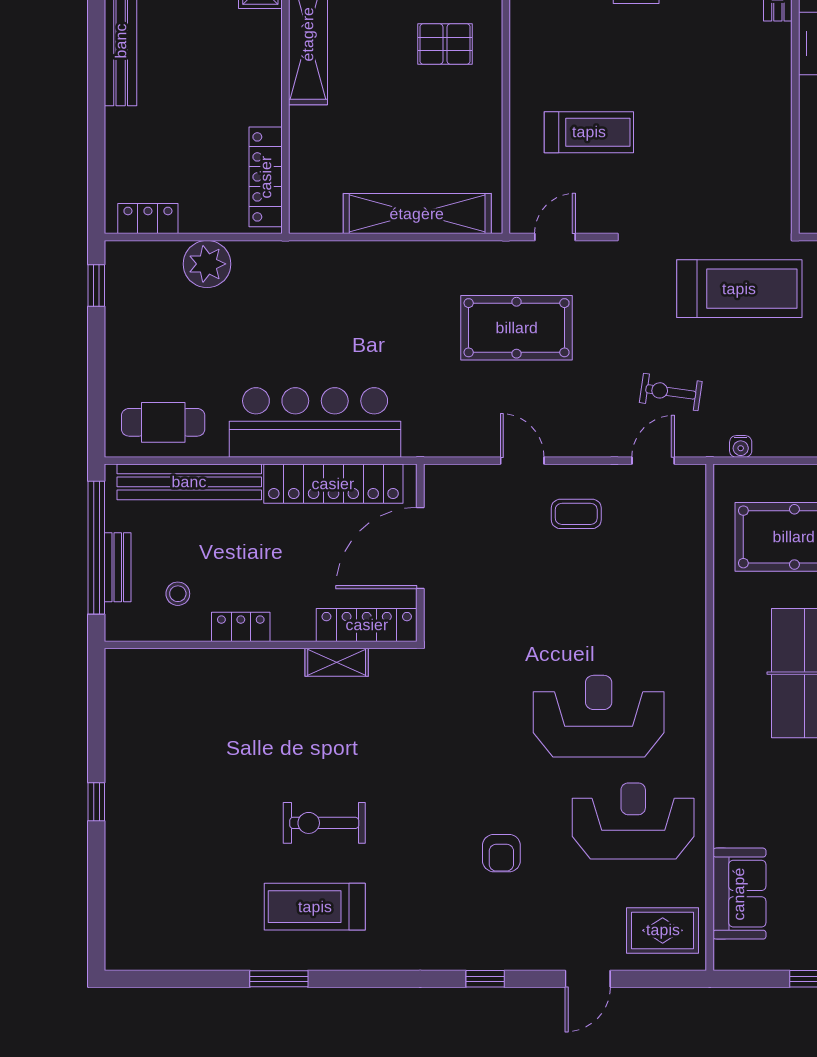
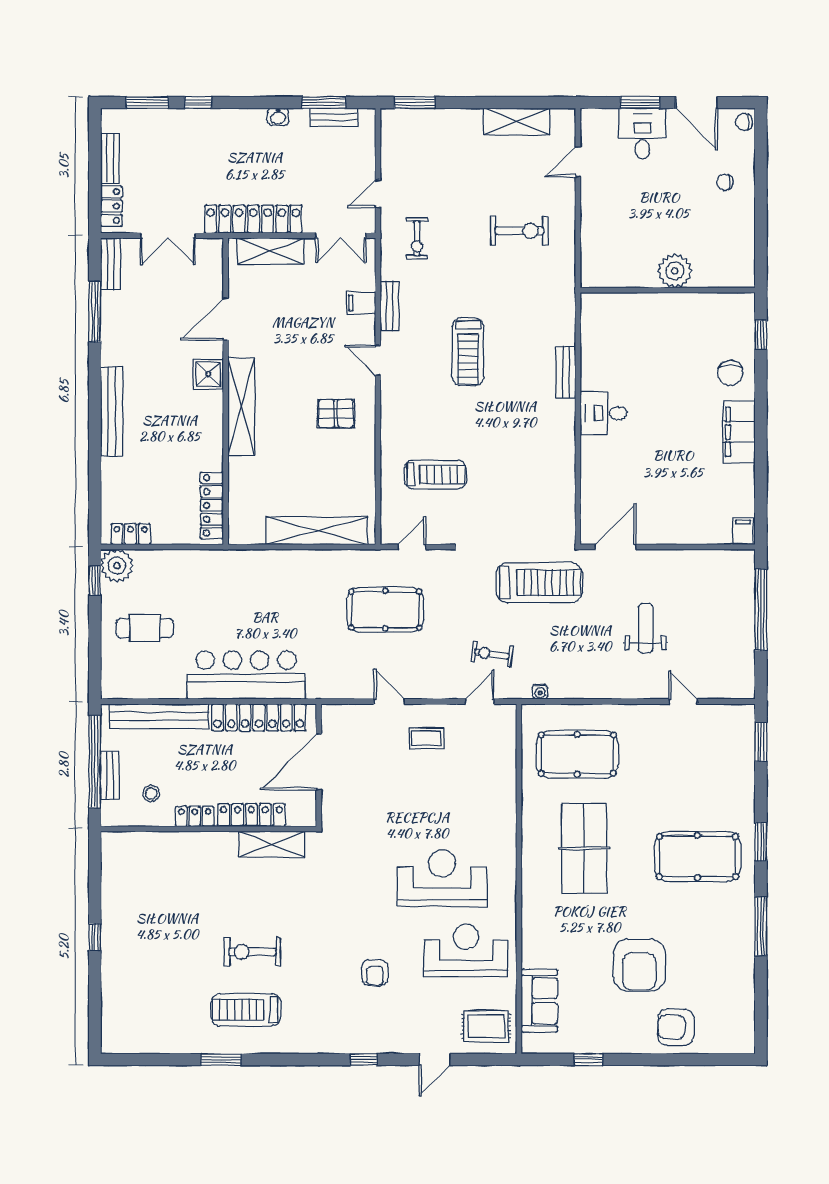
plant: (207, 264) -> (117, 566), moved
cafe table: (163, 422) -> (145, 628), moved
locker: (367, 625) -> (251, 815), moved
shelving: (337, 662) -> (272, 844), width x1.50, depth x1.33

